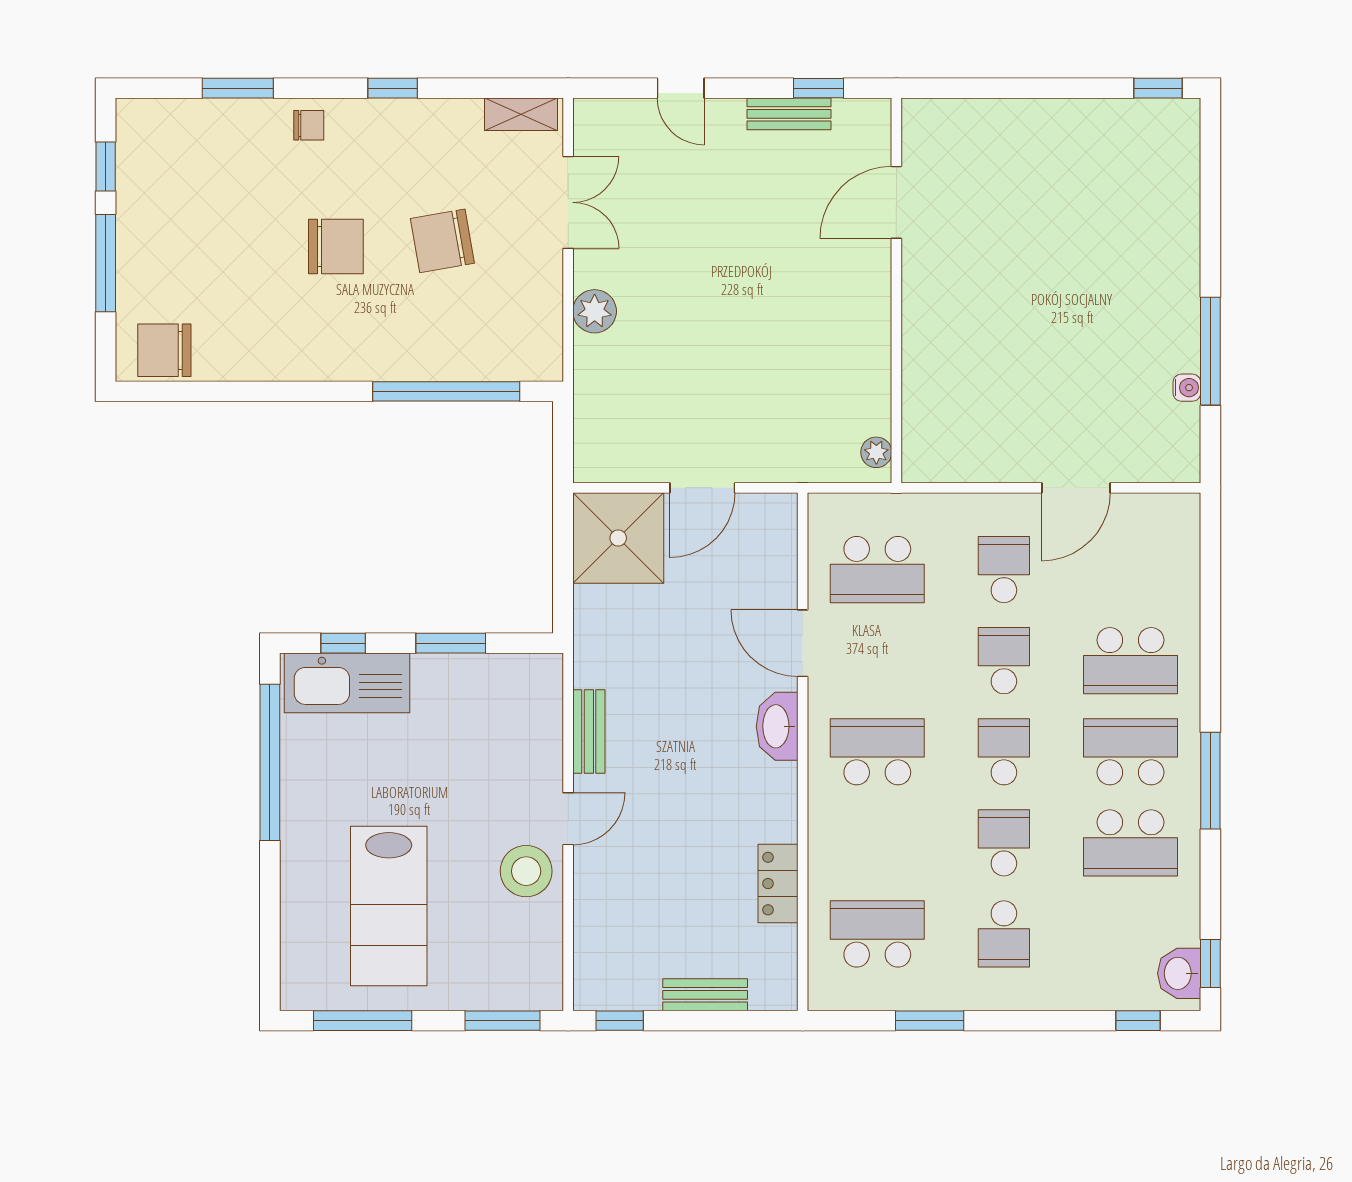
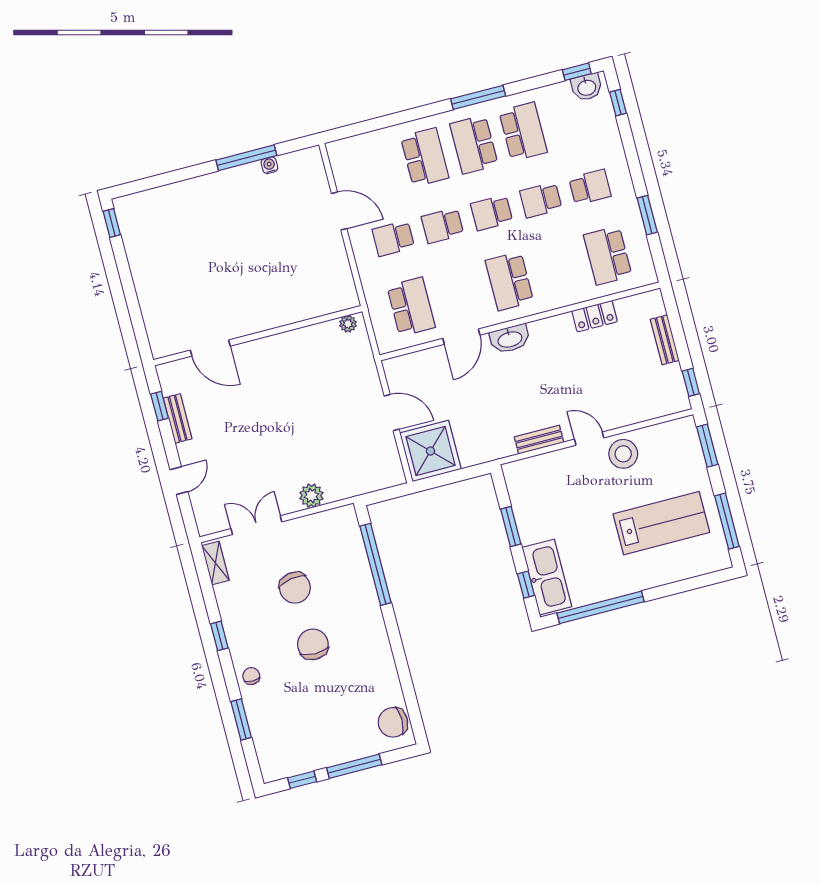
chair: (164, 350) -> (393, 722), turned 90

